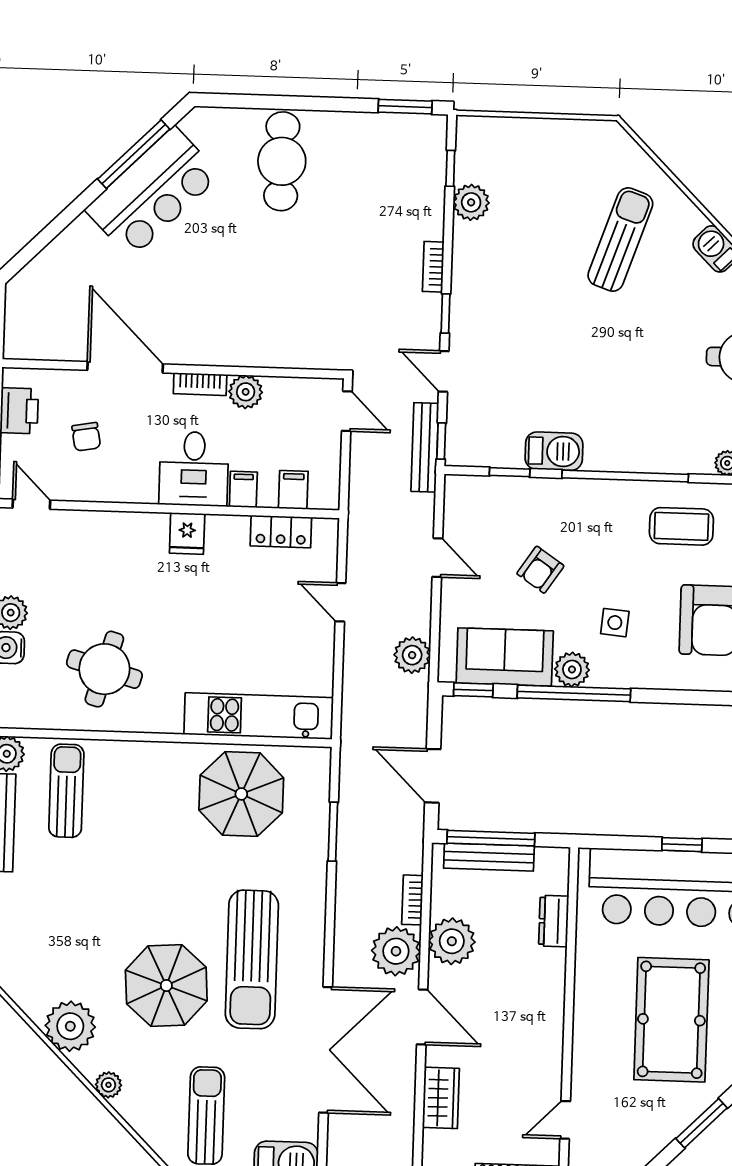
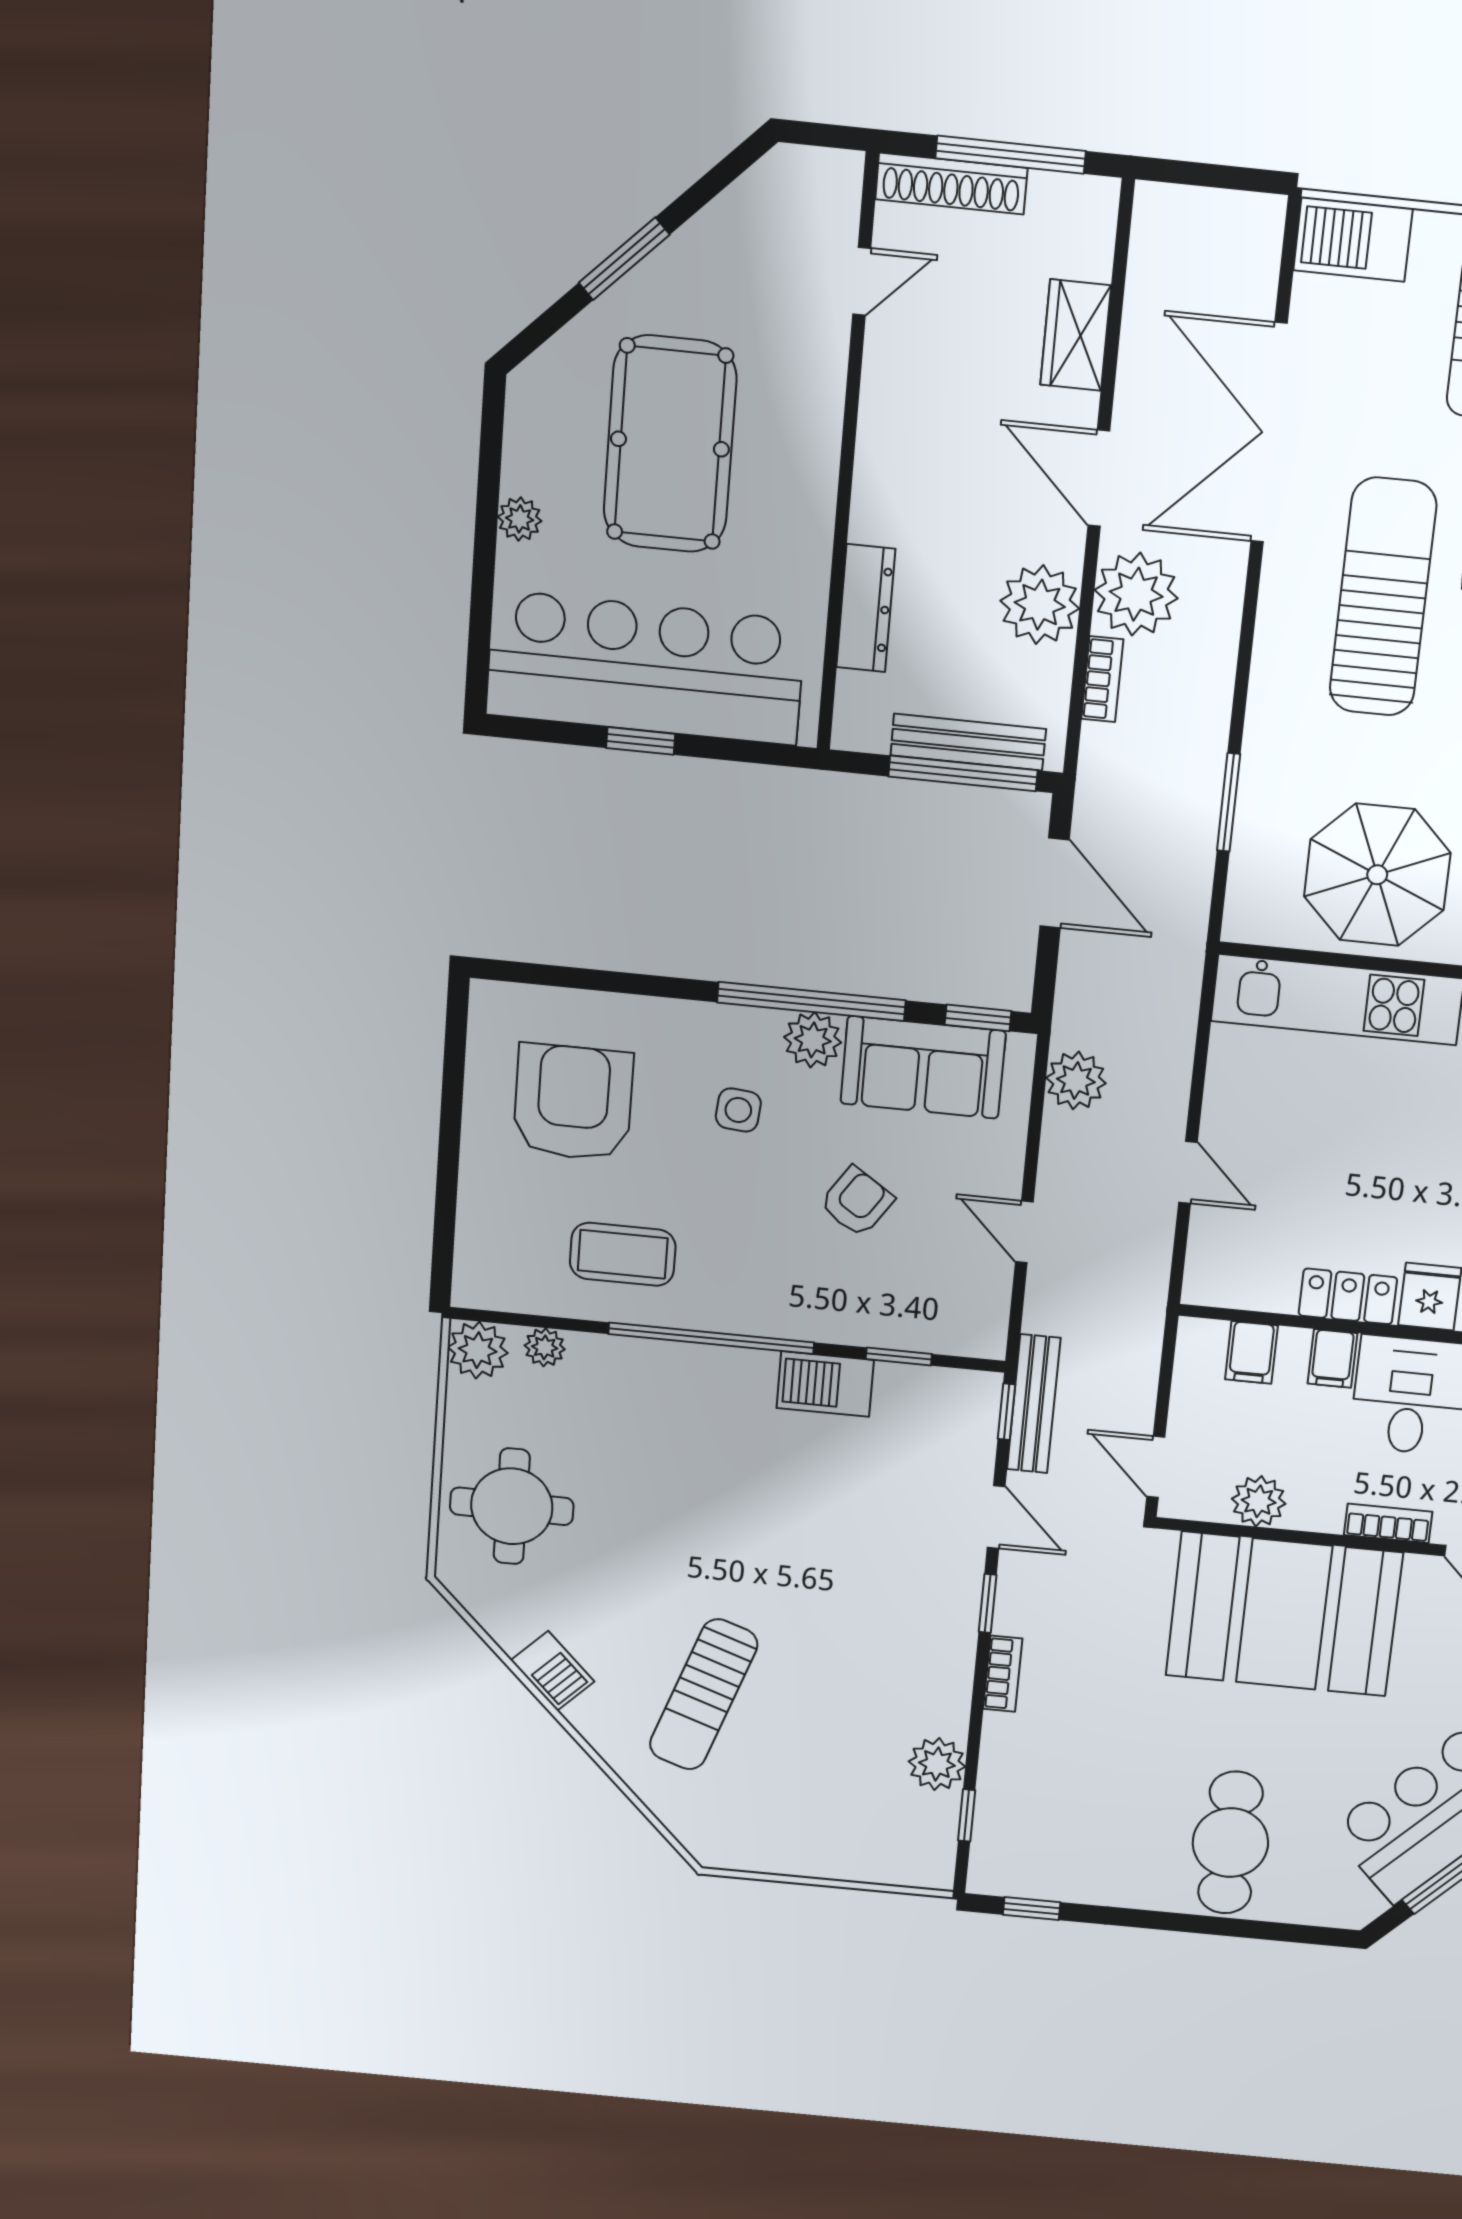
window: (405, 107) -> (1032, 1908), width x0.67
booth: (260, 319) -> (1284, 1614), added
plant: (246, 392) -> (1259, 1501), moved
locker: (281, 532) -> (1348, 1296), moved
dresser: (554, 921) -> (866, 608), width x1.44

